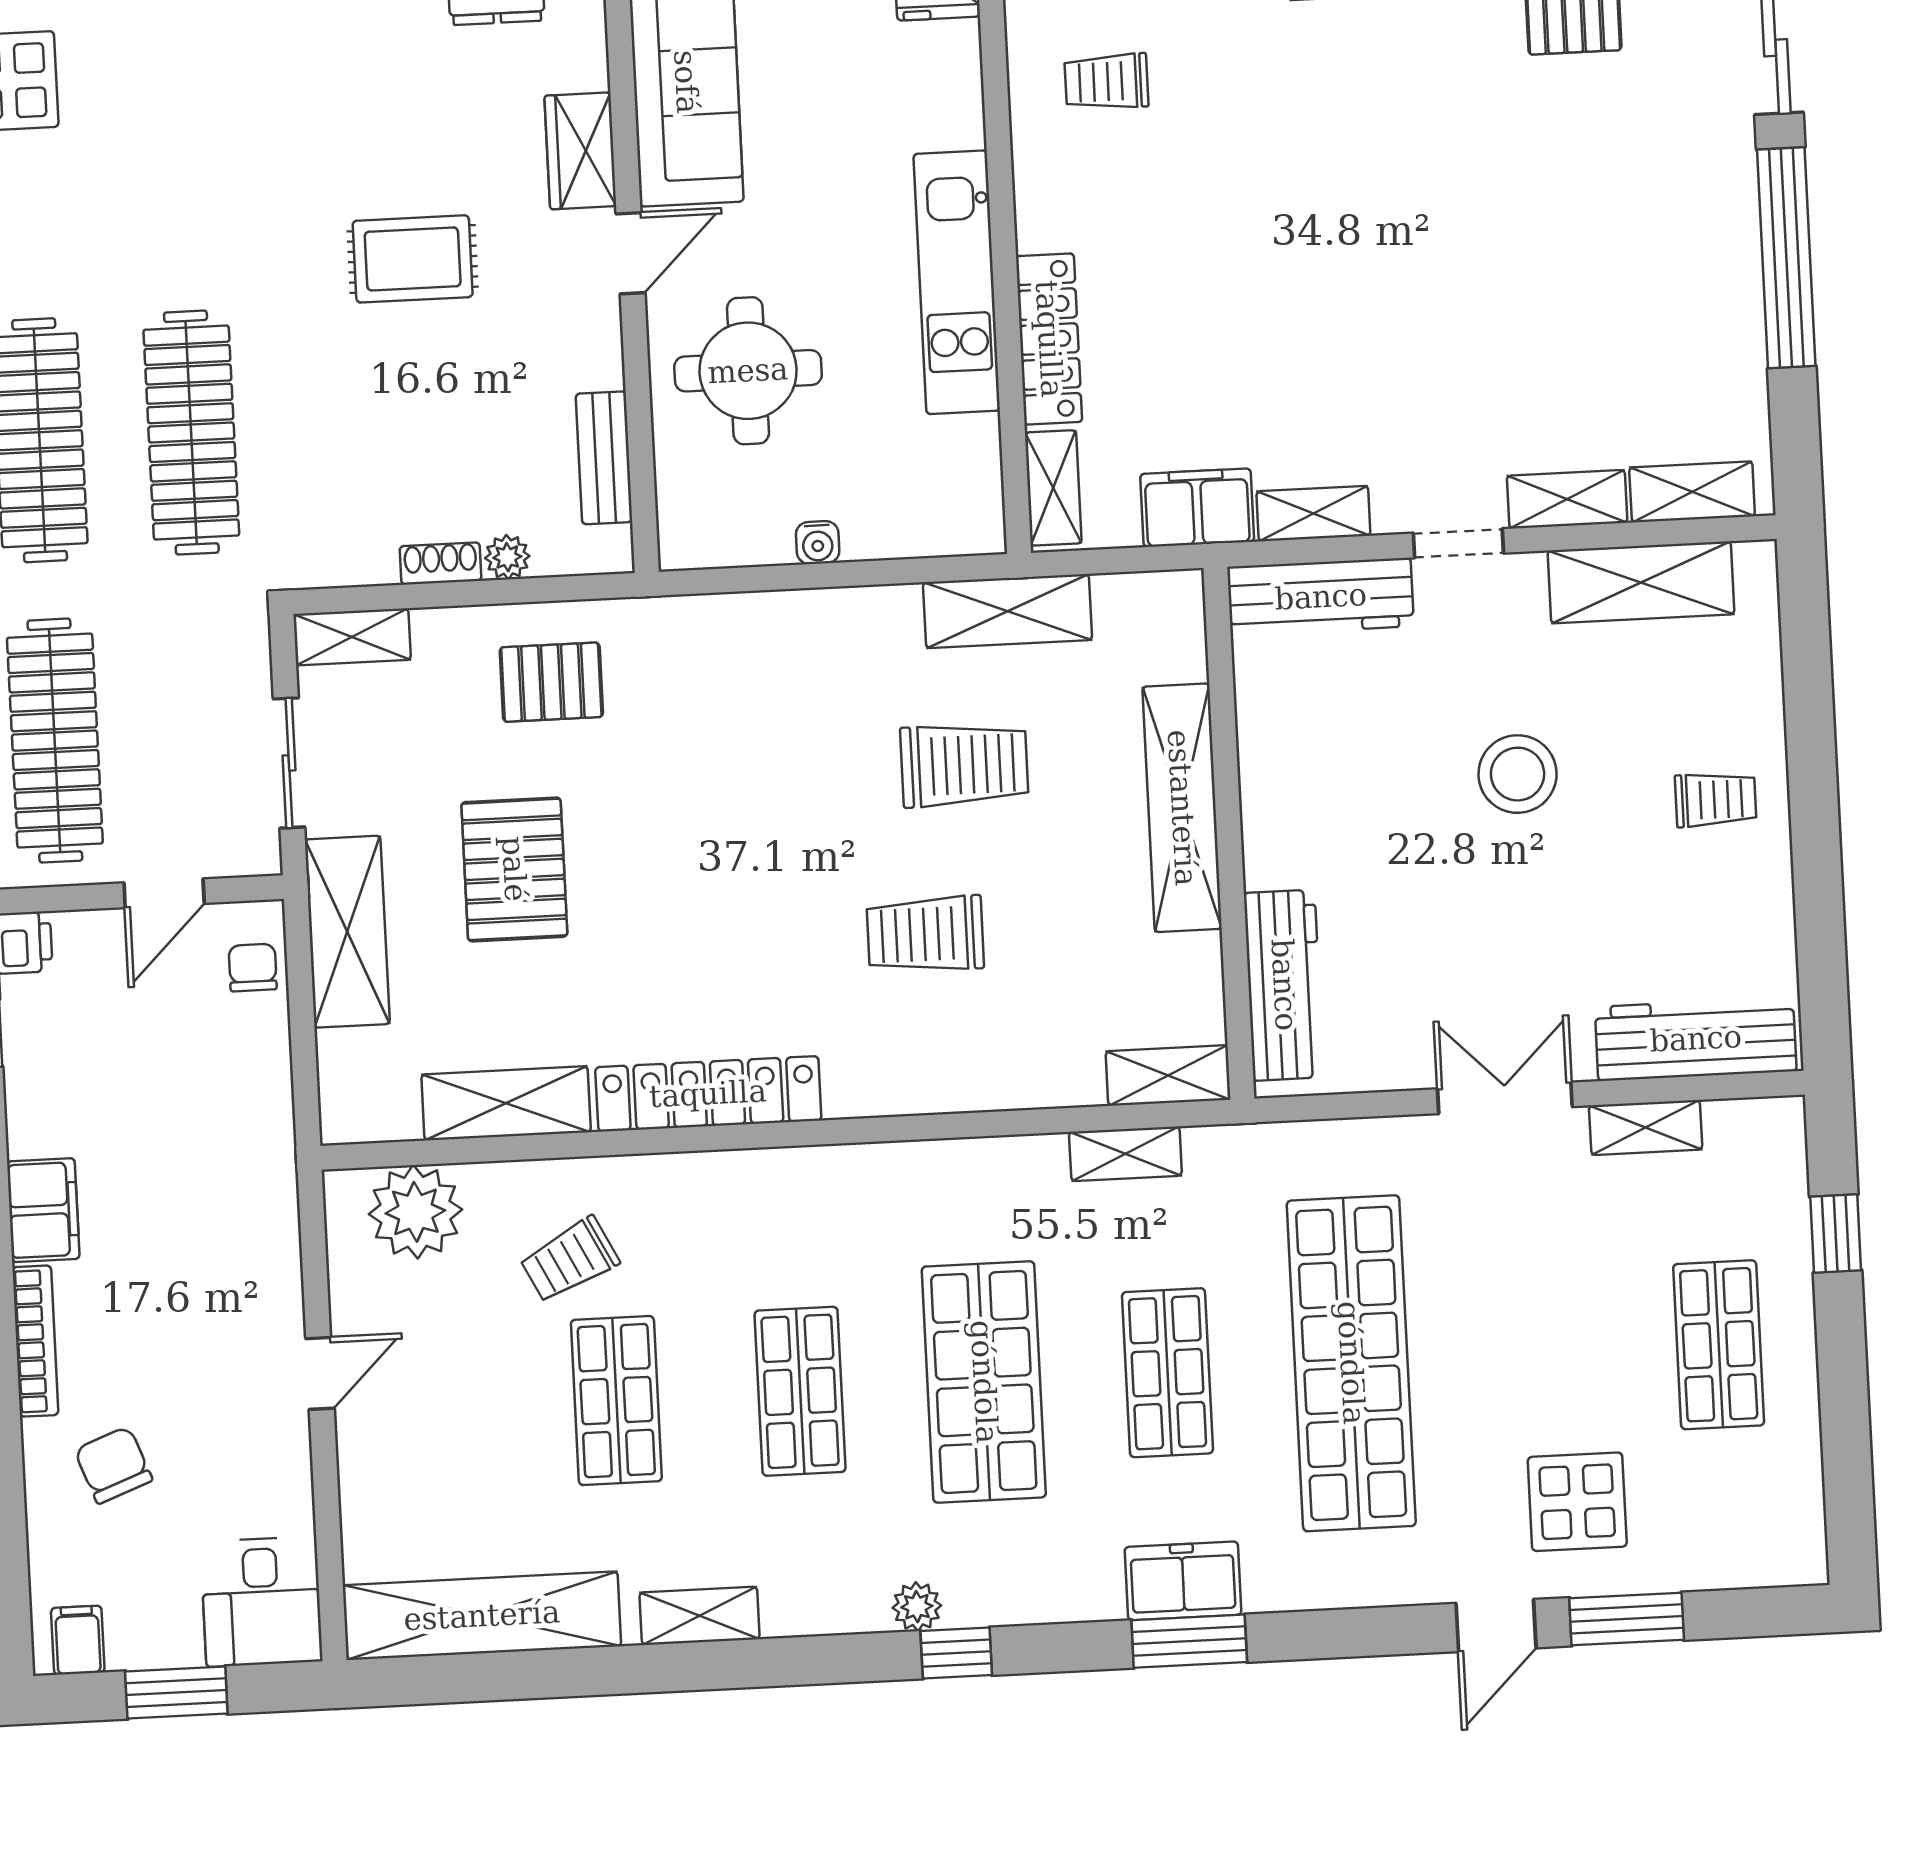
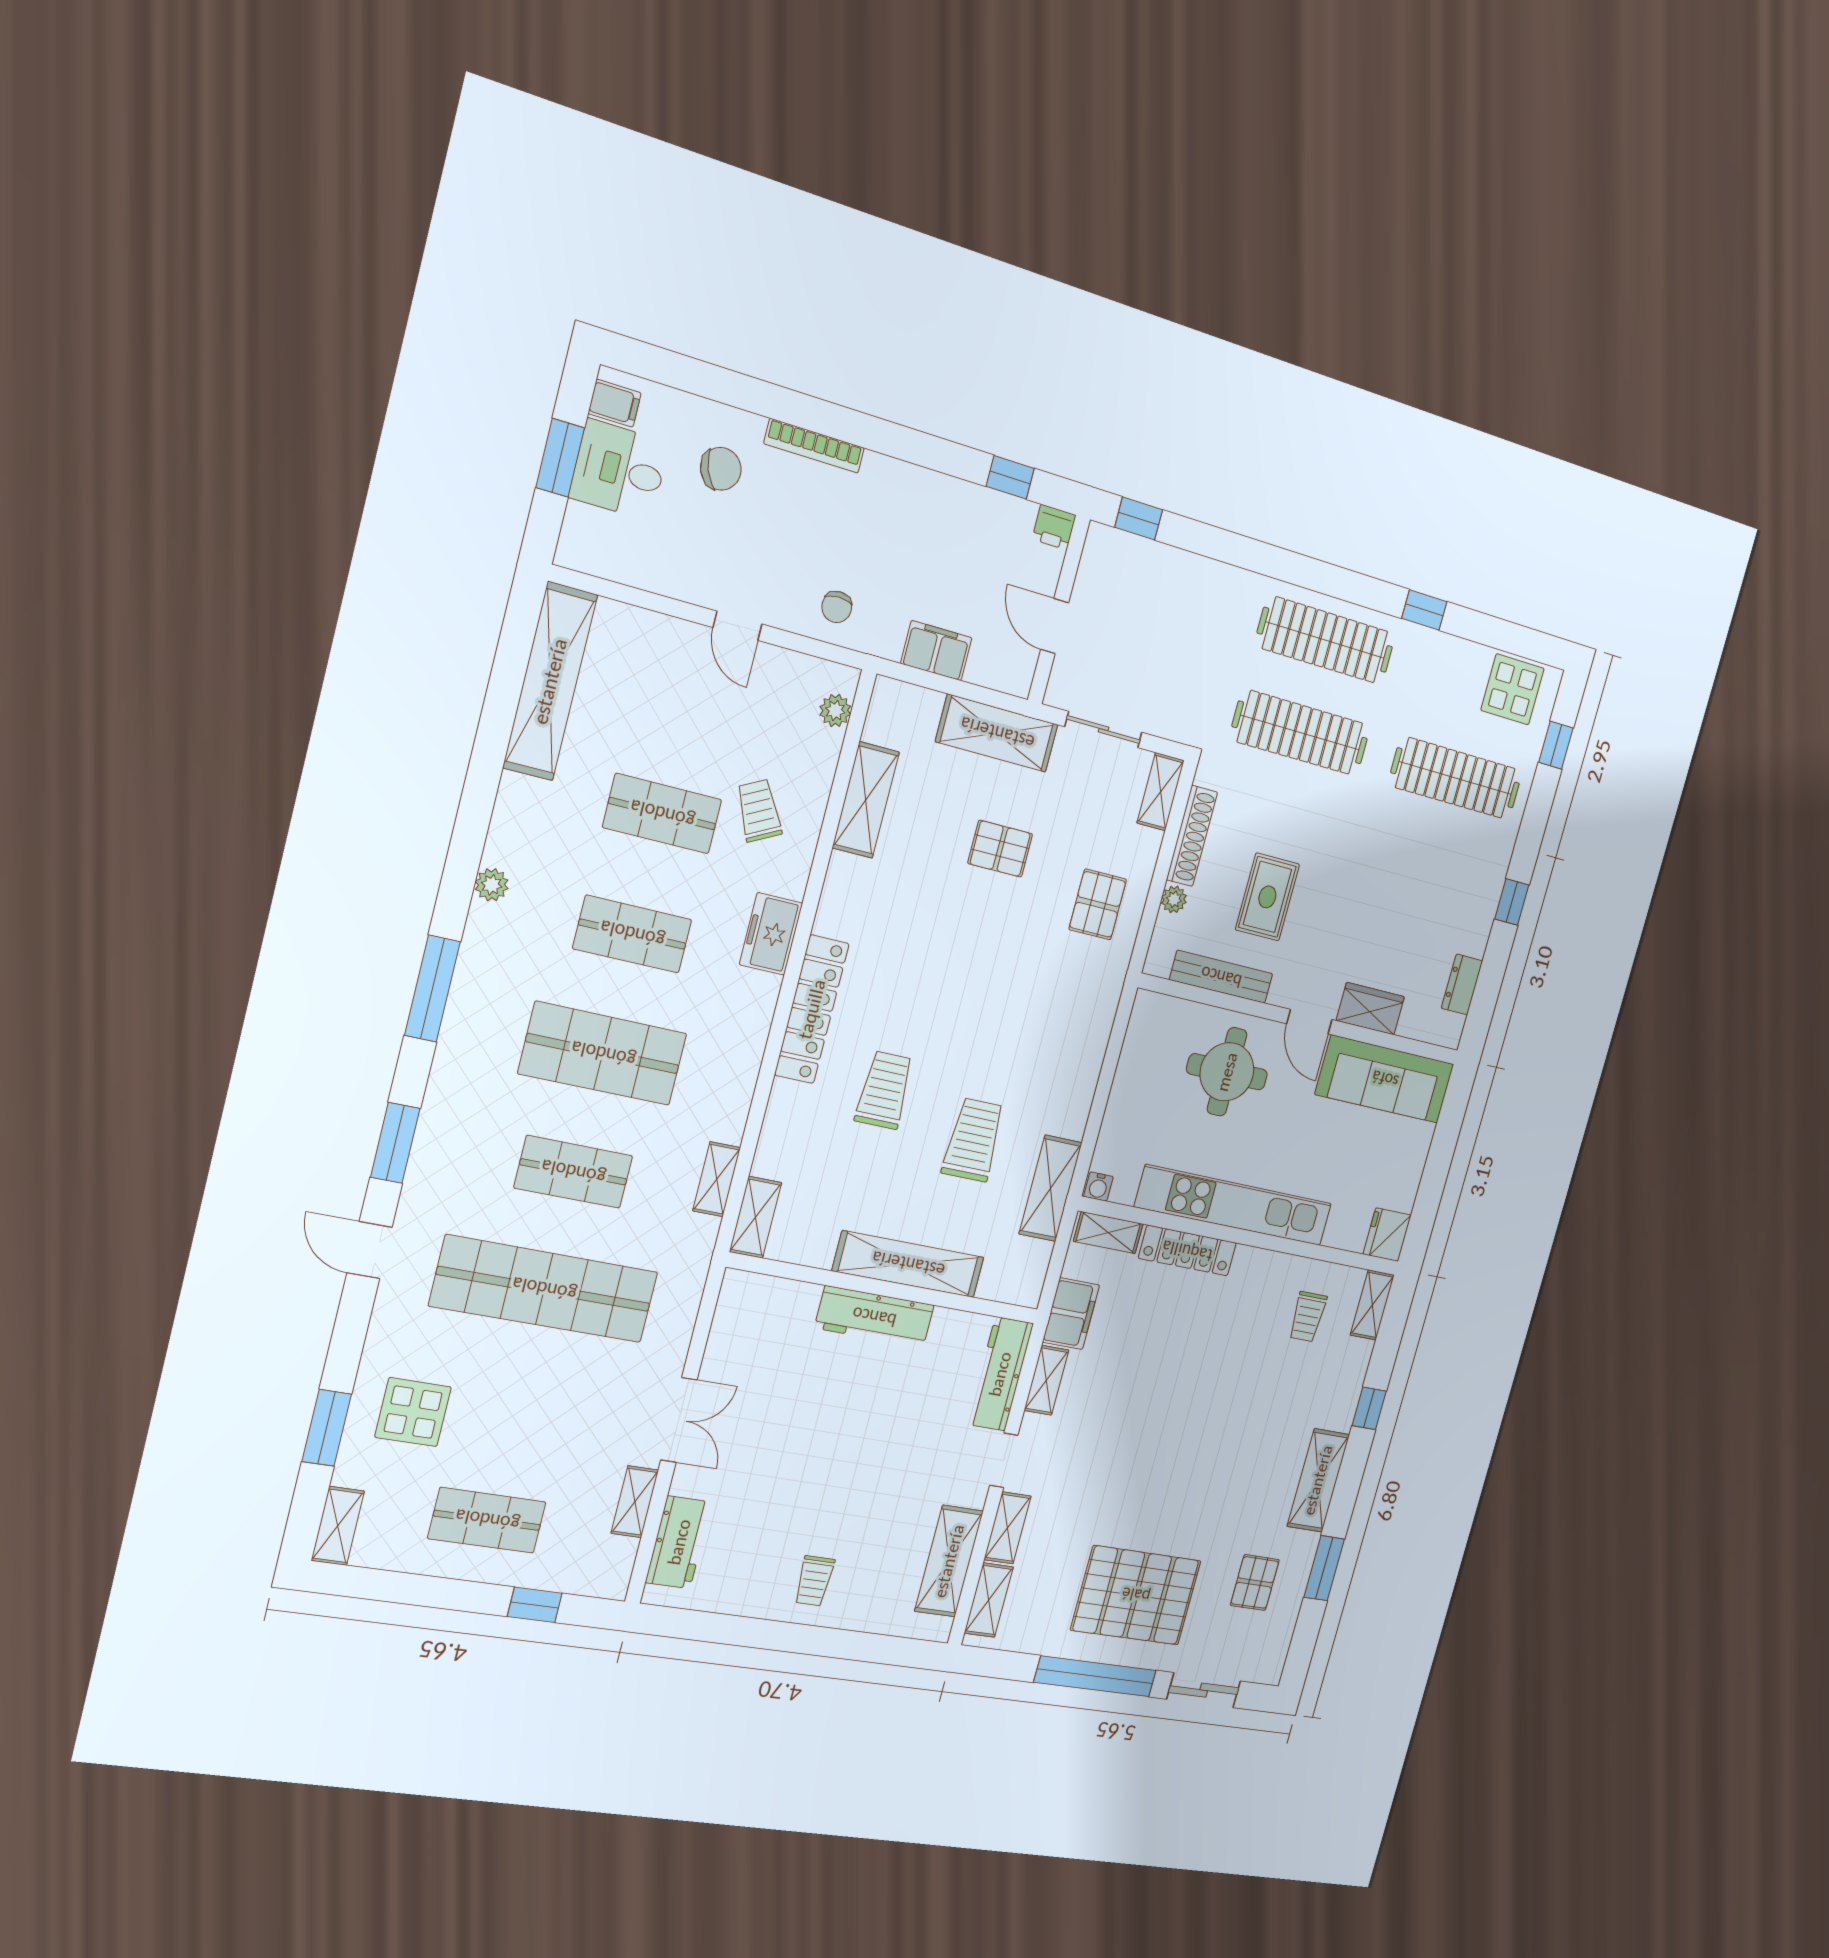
trolley: (1106, 82) -> (1308, 1317), turned 180
pallet: (1636, 231) -> (1136, 1595), added
rug: (413, 259) -> (1267, 897), moved
kitchen unit: (957, 282) -> (1234, 1205), width x1.36
bench: (604, 458) -> (1221, 977), width x1.36
water cooler: (818, 543) -> (1098, 1187), moved, turned -90
shoe rack: (440, 563) -> (1192, 836), width x1.94, depth x1.24
clothes rail: (55, 741) -> (1456, 778), moved
trolley: (964, 765) -> (973, 1140), turned 180
stool: (1518, 774) -> (865, 1468), removed
pallet: (514, 869) -> (1000, 849), width x0.67, depth x0.71
chair: (253, 967) -> (837, 607), moved, turned 90
workbench: (1284, 985) -> (874, 1317), moved
workbench: (1696, 1039) -> (679, 1542), width x0.73
locker: (708, 1094) -> (812, 1009), moved
filing cabinet: (43, 1210) -> (936, 651), moved, turned 180
plant: (415, 1212) -> (835, 711), width x0.53, depth x0.53
freezer: (1183, 1581) -> (771, 934), moved, turned 180
desk: (261, 1602) -> (619, 470), moved
plant: (917, 1607) -> (492, 885), moved
shelving: (700, 1616) -> (338, 1526), moved
door: (1496, 1626) -> (369, 1250), moved
window: (956, 1653) -> (432, 989), width x2.17

